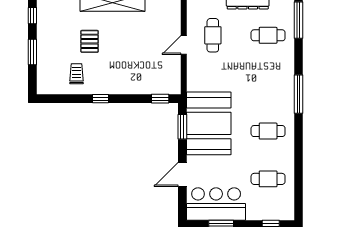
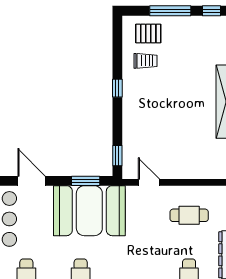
pallet: (90, 41) -> (148, 33), moved
door: (184, 45) -> (149, 182), moved
window: (32, 52) -> (170, 11), width x1.44

